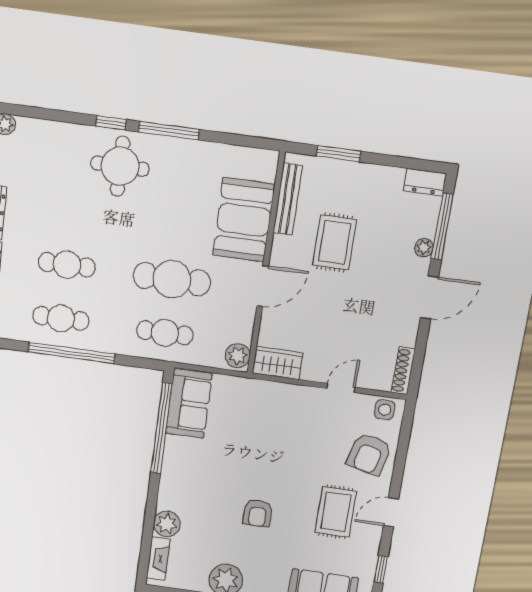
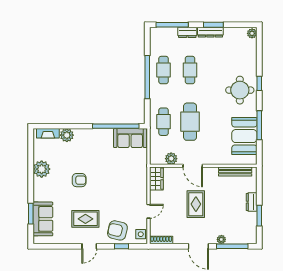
window: (169, 131) -> (259, 125), moved
window: (339, 154) -> (259, 216), moved
dresser: (425, 182) -> (252, 202), moved
booth: (244, 220) -> (244, 136), moved, turned 90
rug: (335, 242) -> (196, 204), moved, turned 90
plant: (238, 356) -> (171, 159), moved
door: (341, 388) -> (148, 211), hinge flipped
door: (391, 512) -> (89, 246), swing flipped
armchair: (258, 513) -> (79, 180), turned 180
window: (381, 569) -> (121, 246), moved

